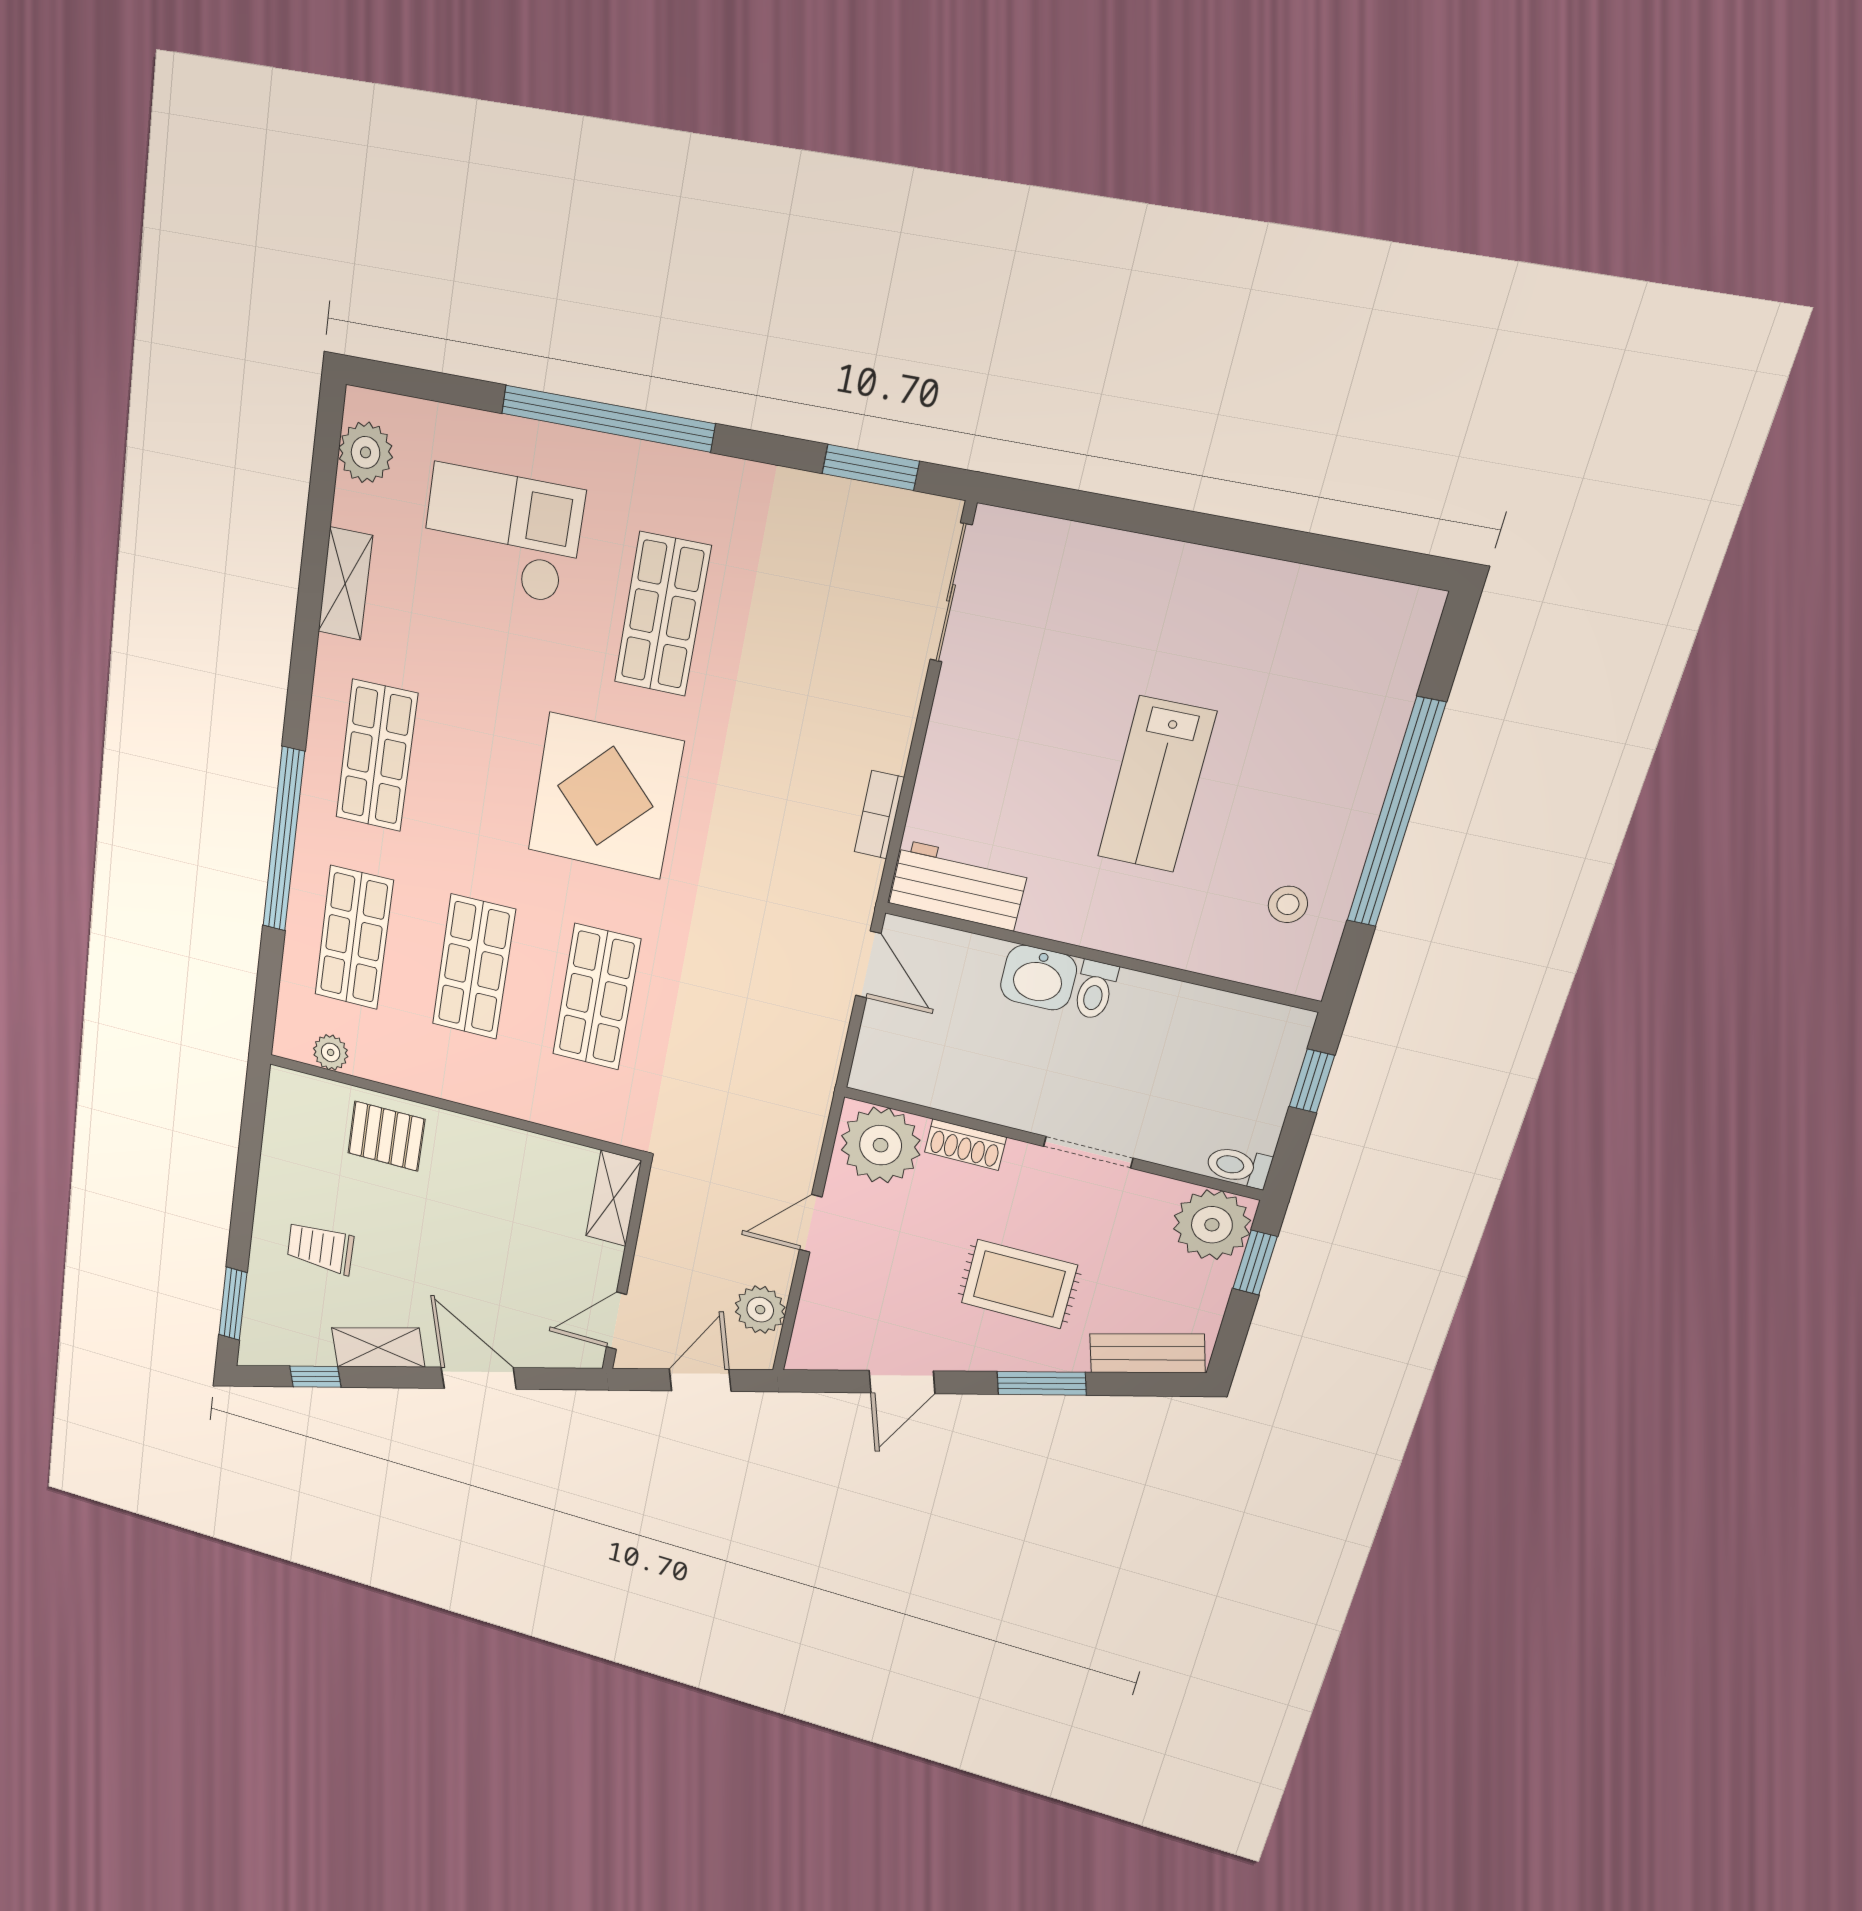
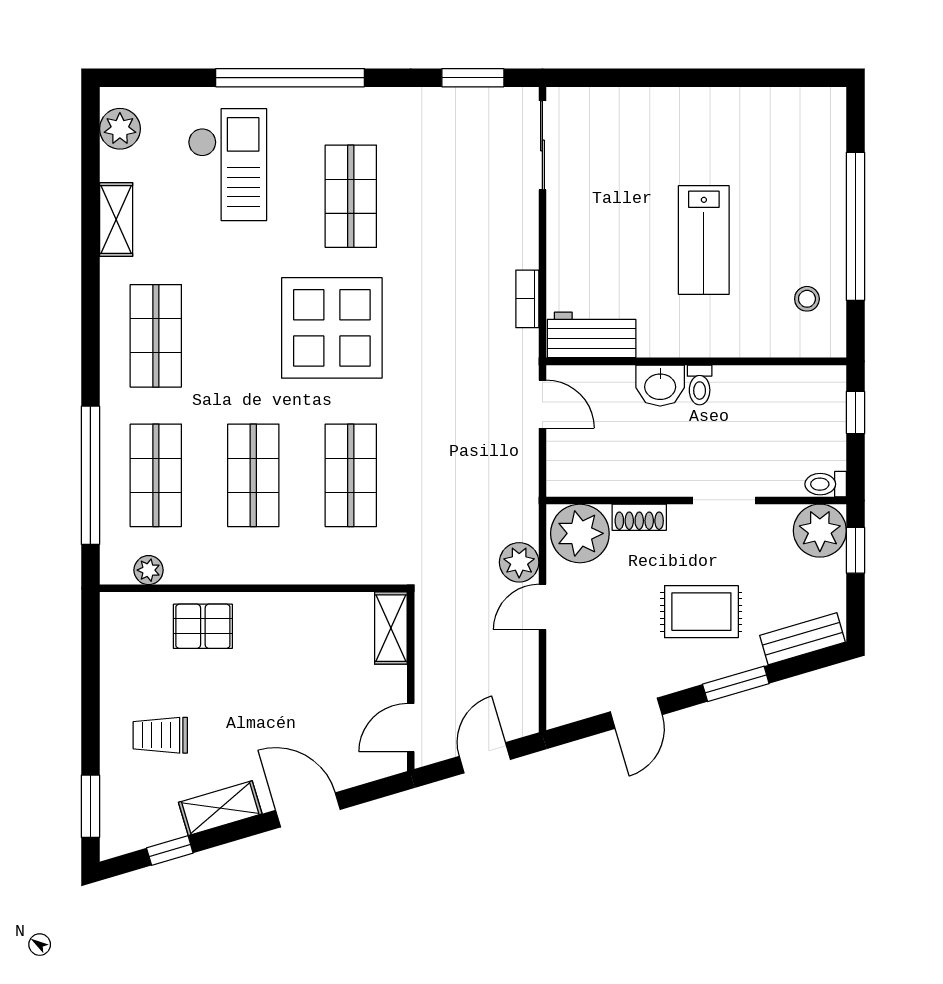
checkout: (502, 534) -> (227, 165), turned 90
window: (284, 840) -> (90, 475), moved
plant: (760, 1310) -> (519, 562), moved

